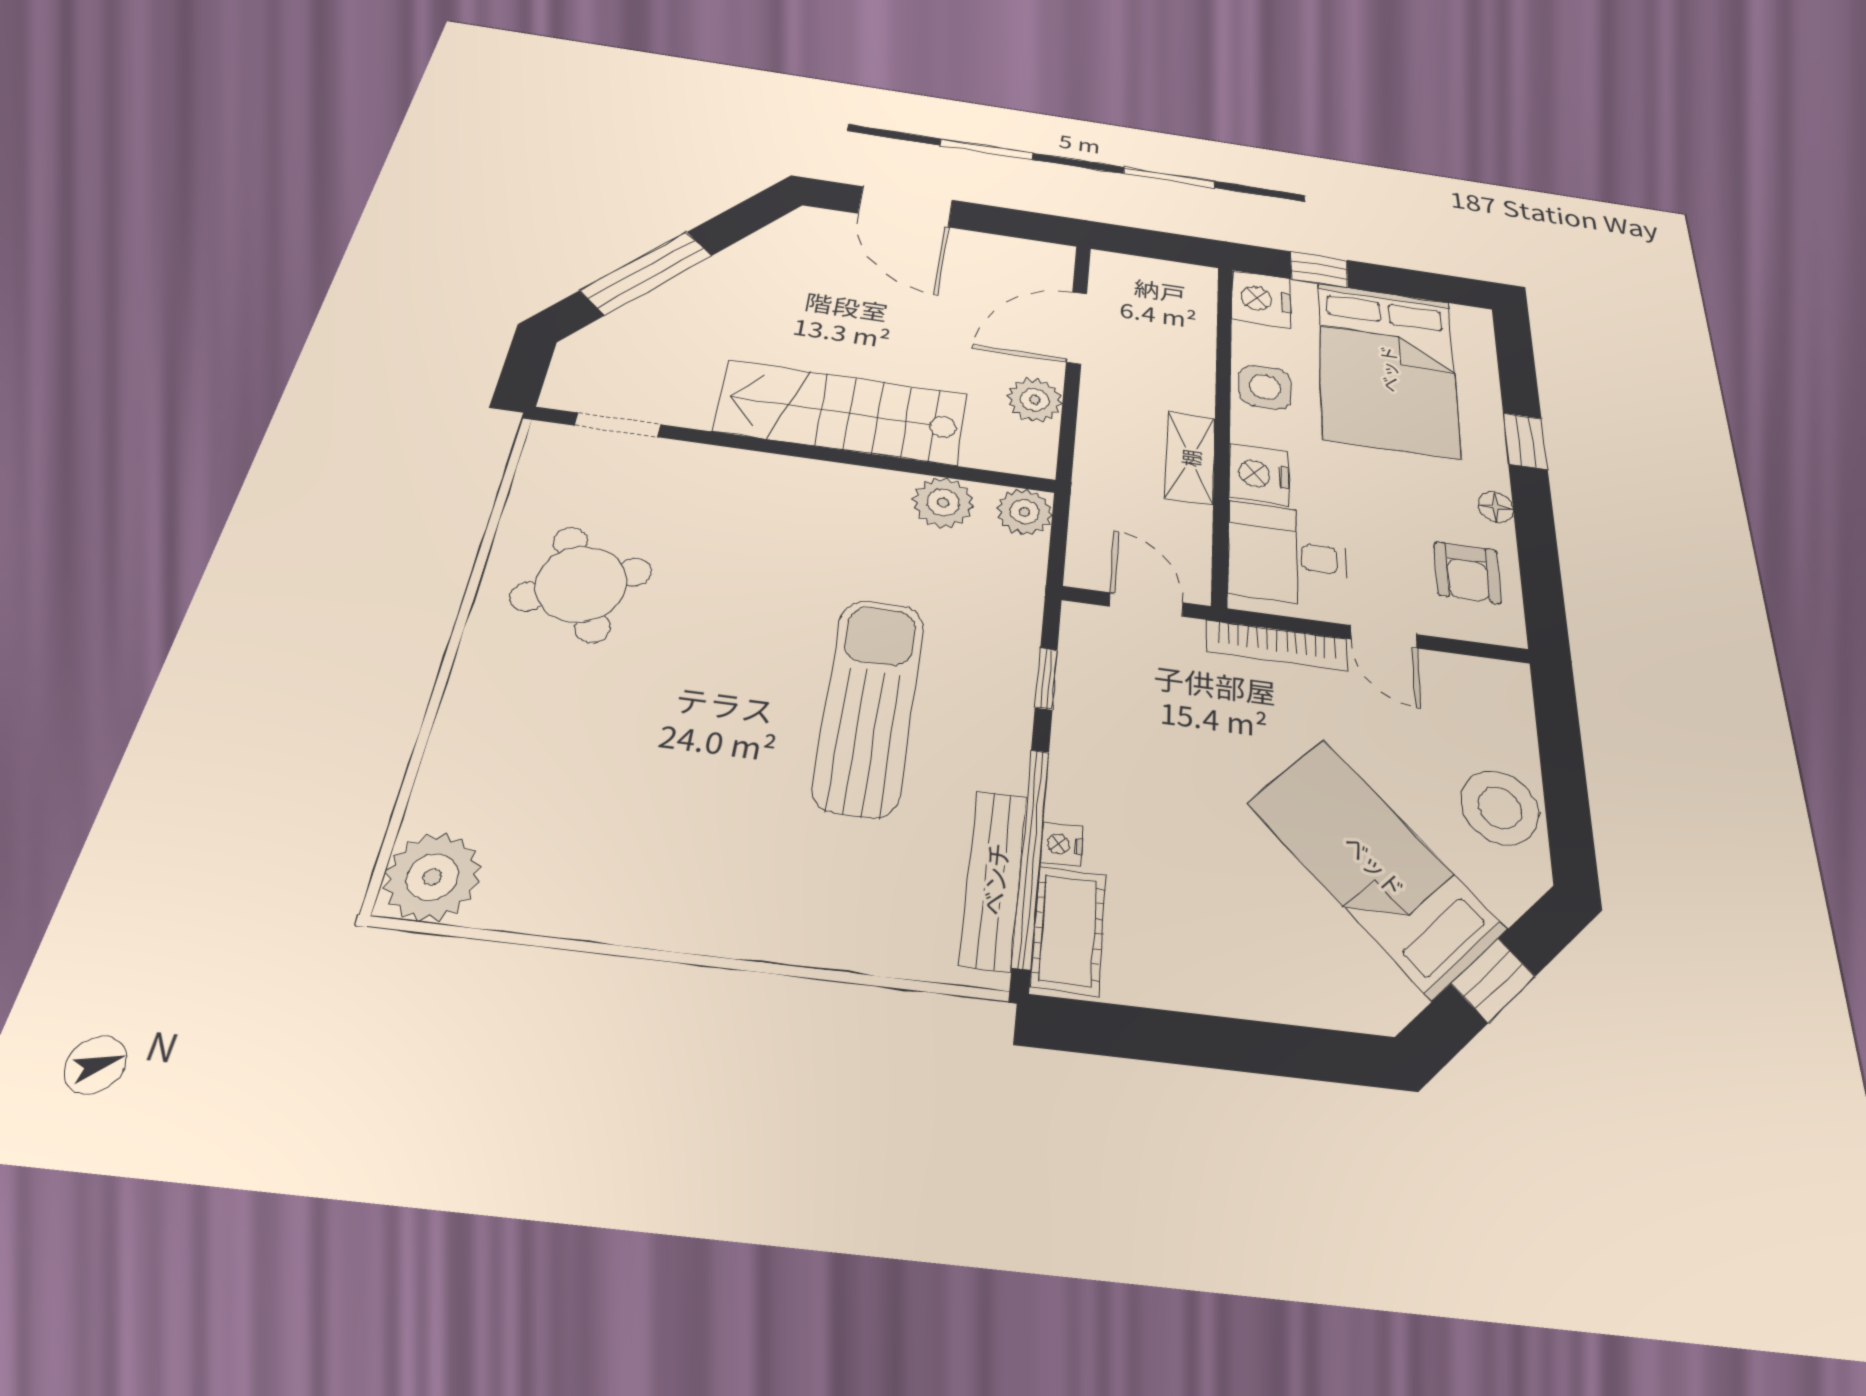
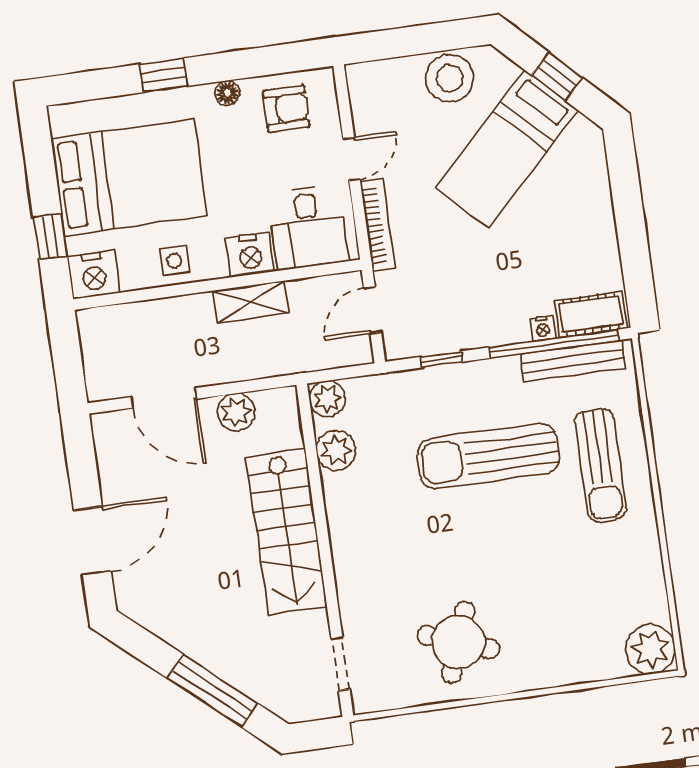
side table: (1265, 387) -> (174, 261), width x0.73, depth x0.73
round table: (581, 584) -> (458, 642), turned 45
sun lounger: (797, 877) -> (600, 465), added

